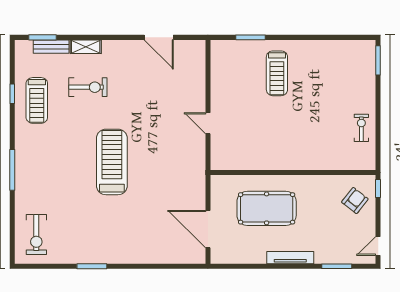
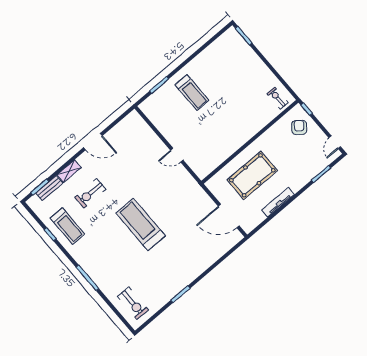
door: (159, 37) -> (93, 142), moved
exercise bike: (88, 87) -> (90, 193), turned 180
exercise bike: (361, 128) -> (278, 98), moved
tv unit: (290, 258) -> (278, 202), moved

